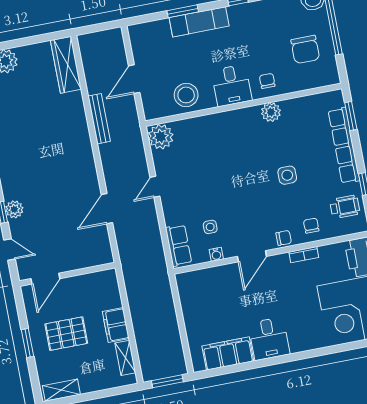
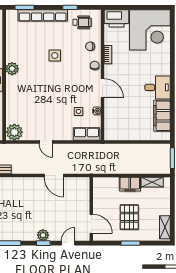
plant: (271, 112) -> (12, 69), moved
wheelchair: (345, 207) -> (82, 22), turned 90

